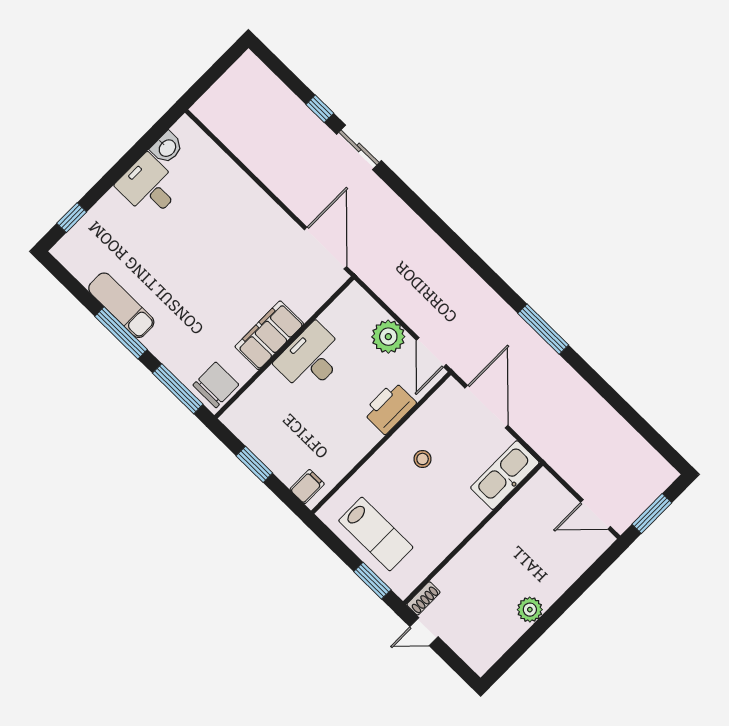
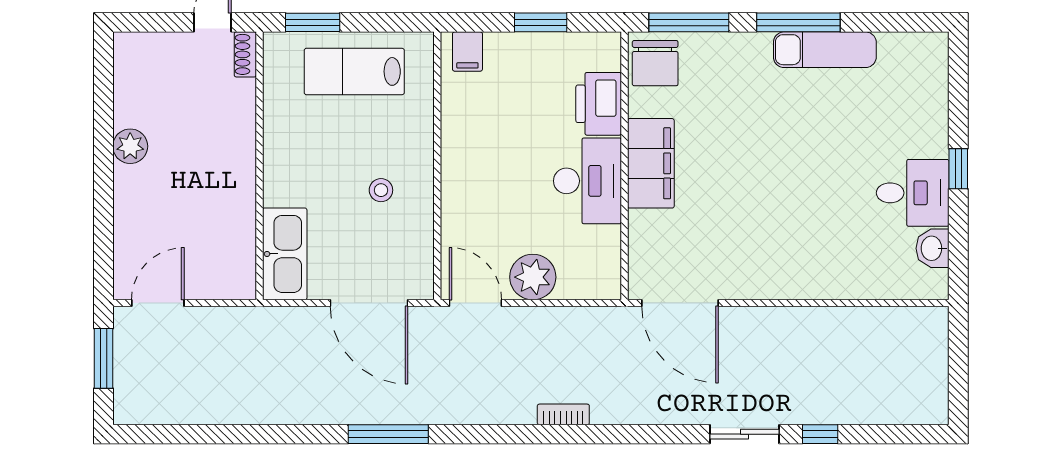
window: (72, 218) -> (958, 169), moved
bookcase: (443, 250) -> (563, 414), added
printer: (389, 408) -> (599, 104), moved, turned 180

